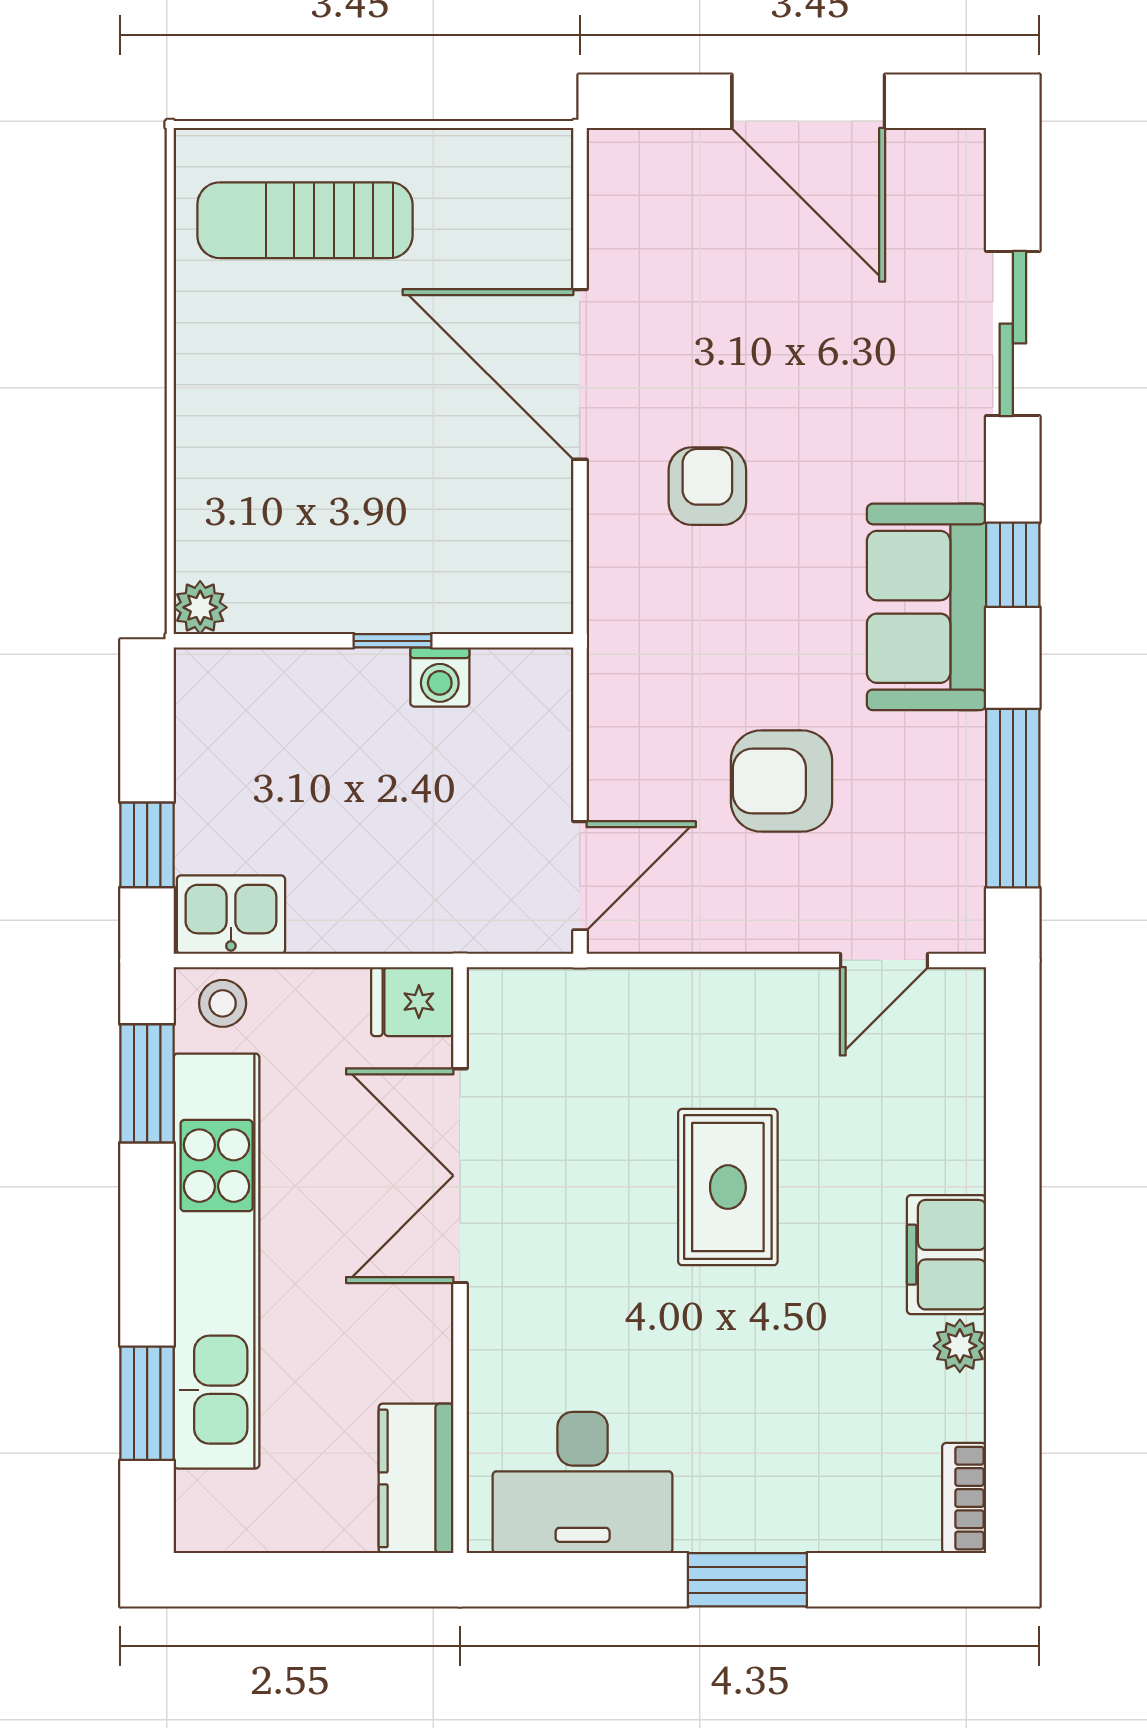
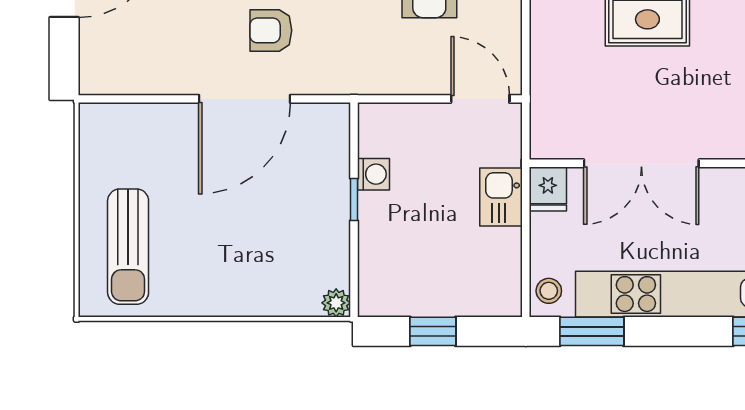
door: (580, 374) -> (244, 99), moved
window: (147, 845) -> (433, 331), moved
kitchen sink: (231, 915) -> (501, 197), moved

